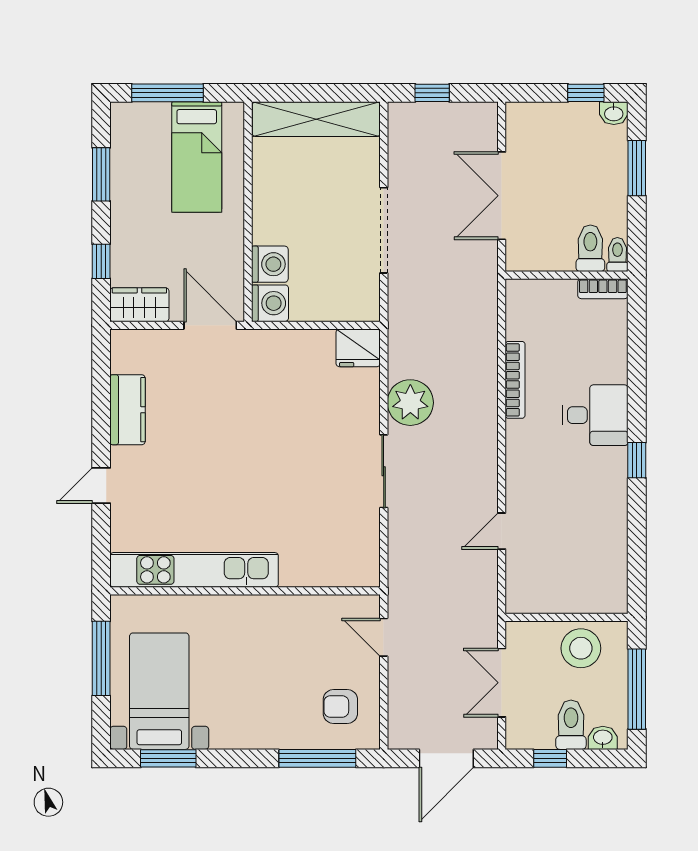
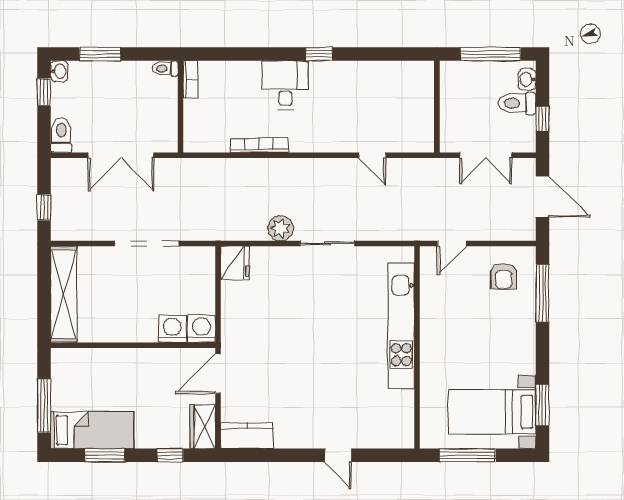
bed: (197, 157) -> (92, 430), moved
toilet: (590, 248) -> (61, 135), moved, turned 90
plant: (410, 403) -> (280, 228), width x0.73, depth x0.73
kitchen counter: (128, 410) -> (247, 436), moved
kitchen unit: (194, 570) -> (401, 326), moved
stool: (581, 648) -> (460, 96), removed

